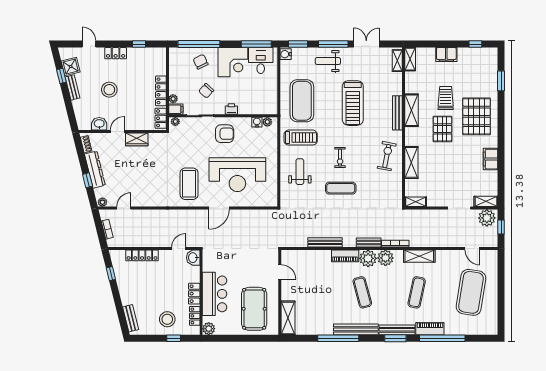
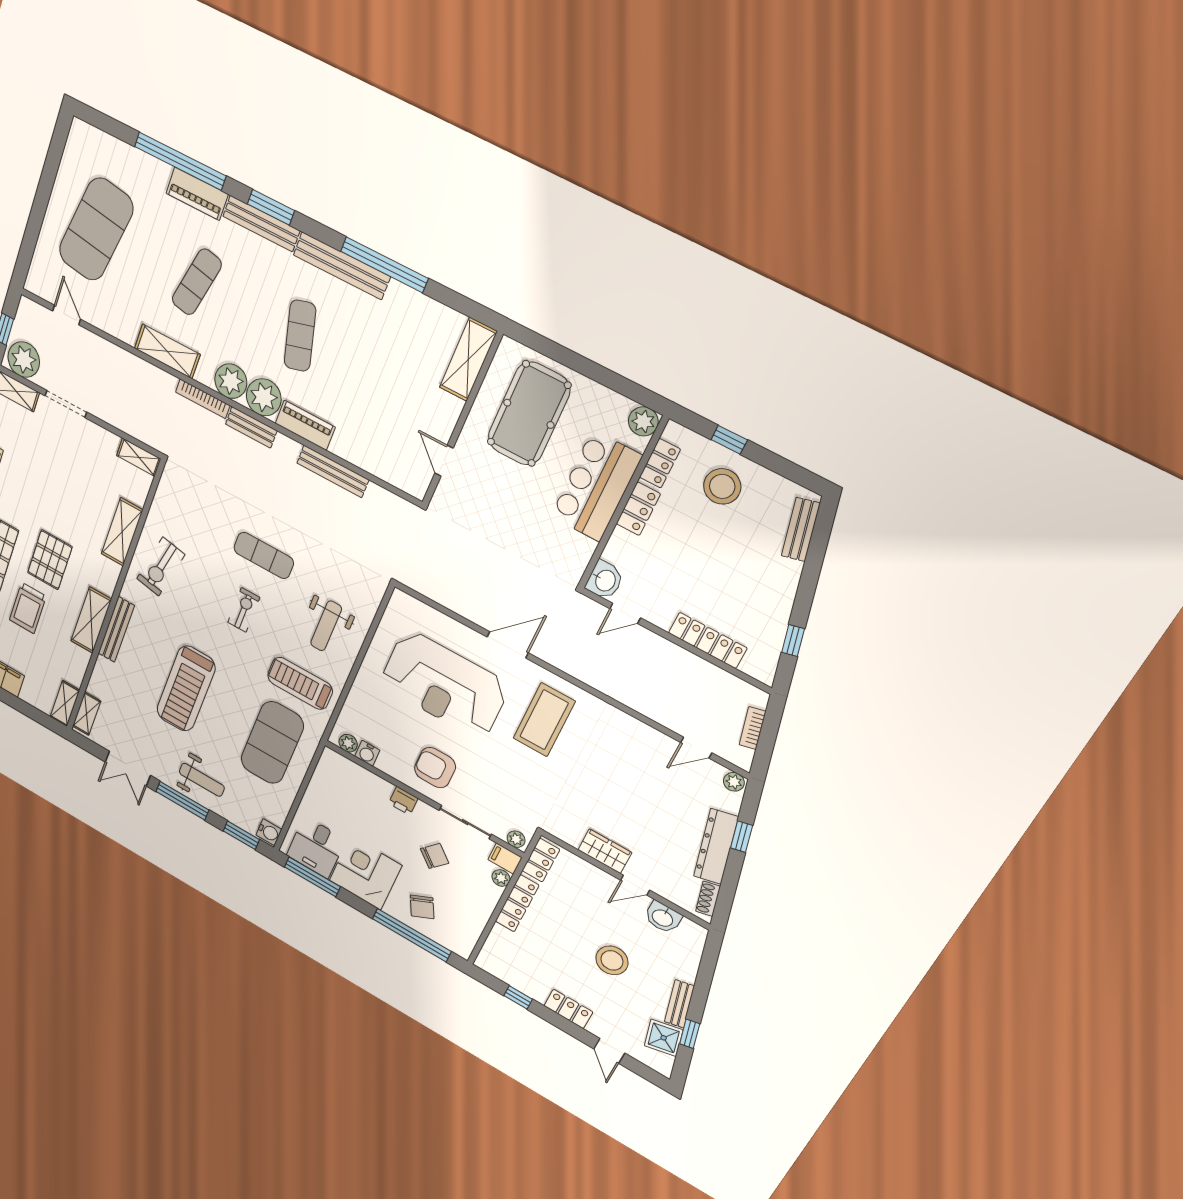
treadmill: (353, 103) -> (186, 689), turned 180
reception desk: (237, 175) -> (444, 685), turned 180

